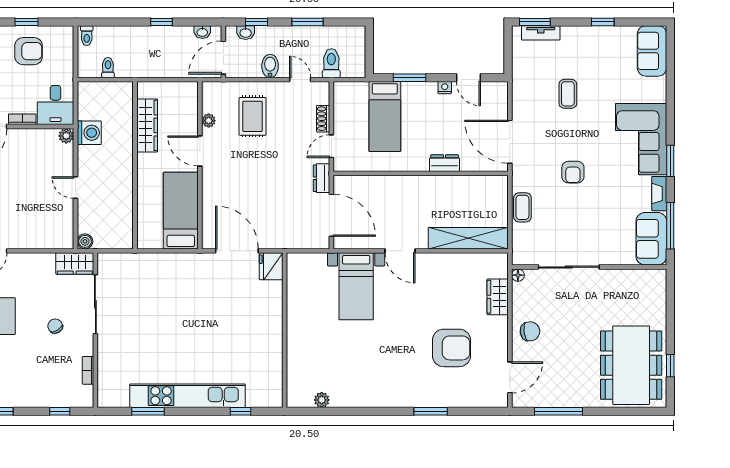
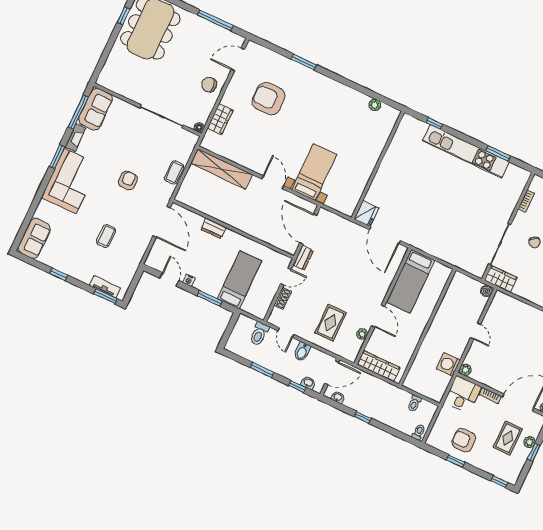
wardrobe: (147, 125) -> (378, 366), moved, turned 90

